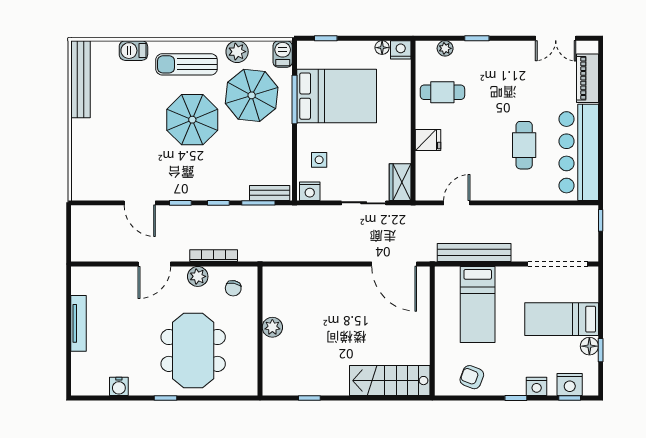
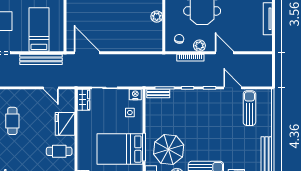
parasol: (192, 120) -> (203, 136), removed
fridge: (428, 140) -> (65, 124), width x1.88, depth x1.34
sun lounger: (111, 168) -> (249, 108), added
door: (457, 203) -> (51, 88), hinge flipped
door: (154, 264) -> (224, 53), hinge flipped

